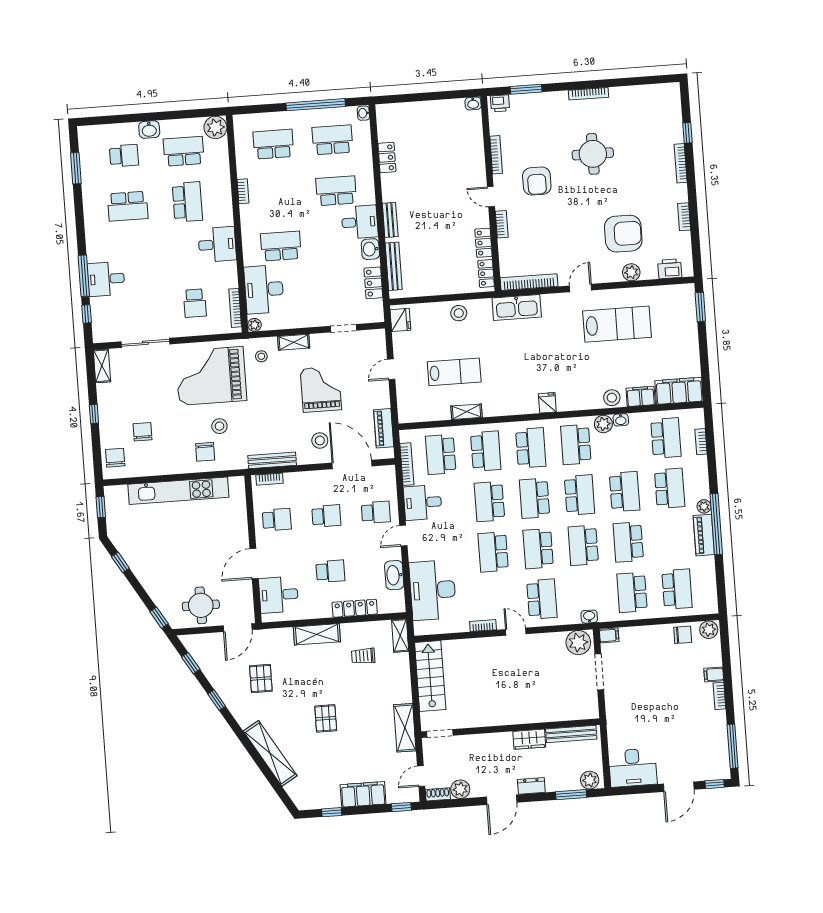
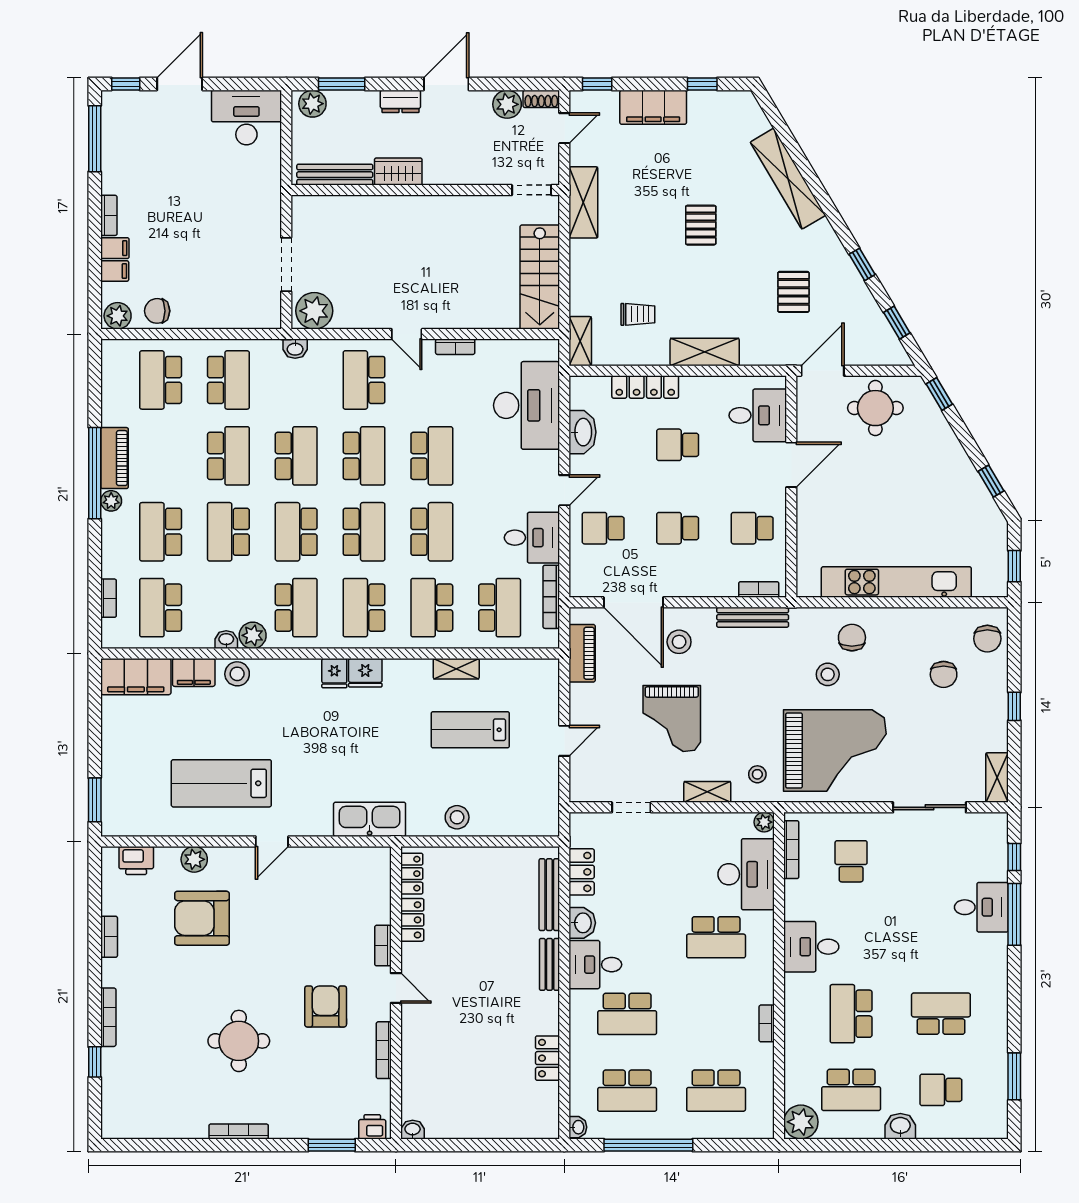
bookcase: (529, 282) -> (348, 856), removed
fridge: (400, 320) -> (365, 673), moved, turned -90
filing cabinet: (609, 635) -> (115, 271), moved, turned 180

